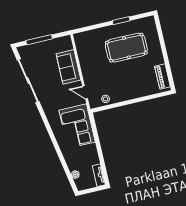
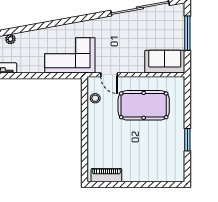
pool table: (126, 48) -> (144, 105), moved, turned 90
sofa: (68, 67) -> (165, 62), moved
door: (85, 92) -> (109, 75), swing flipped

